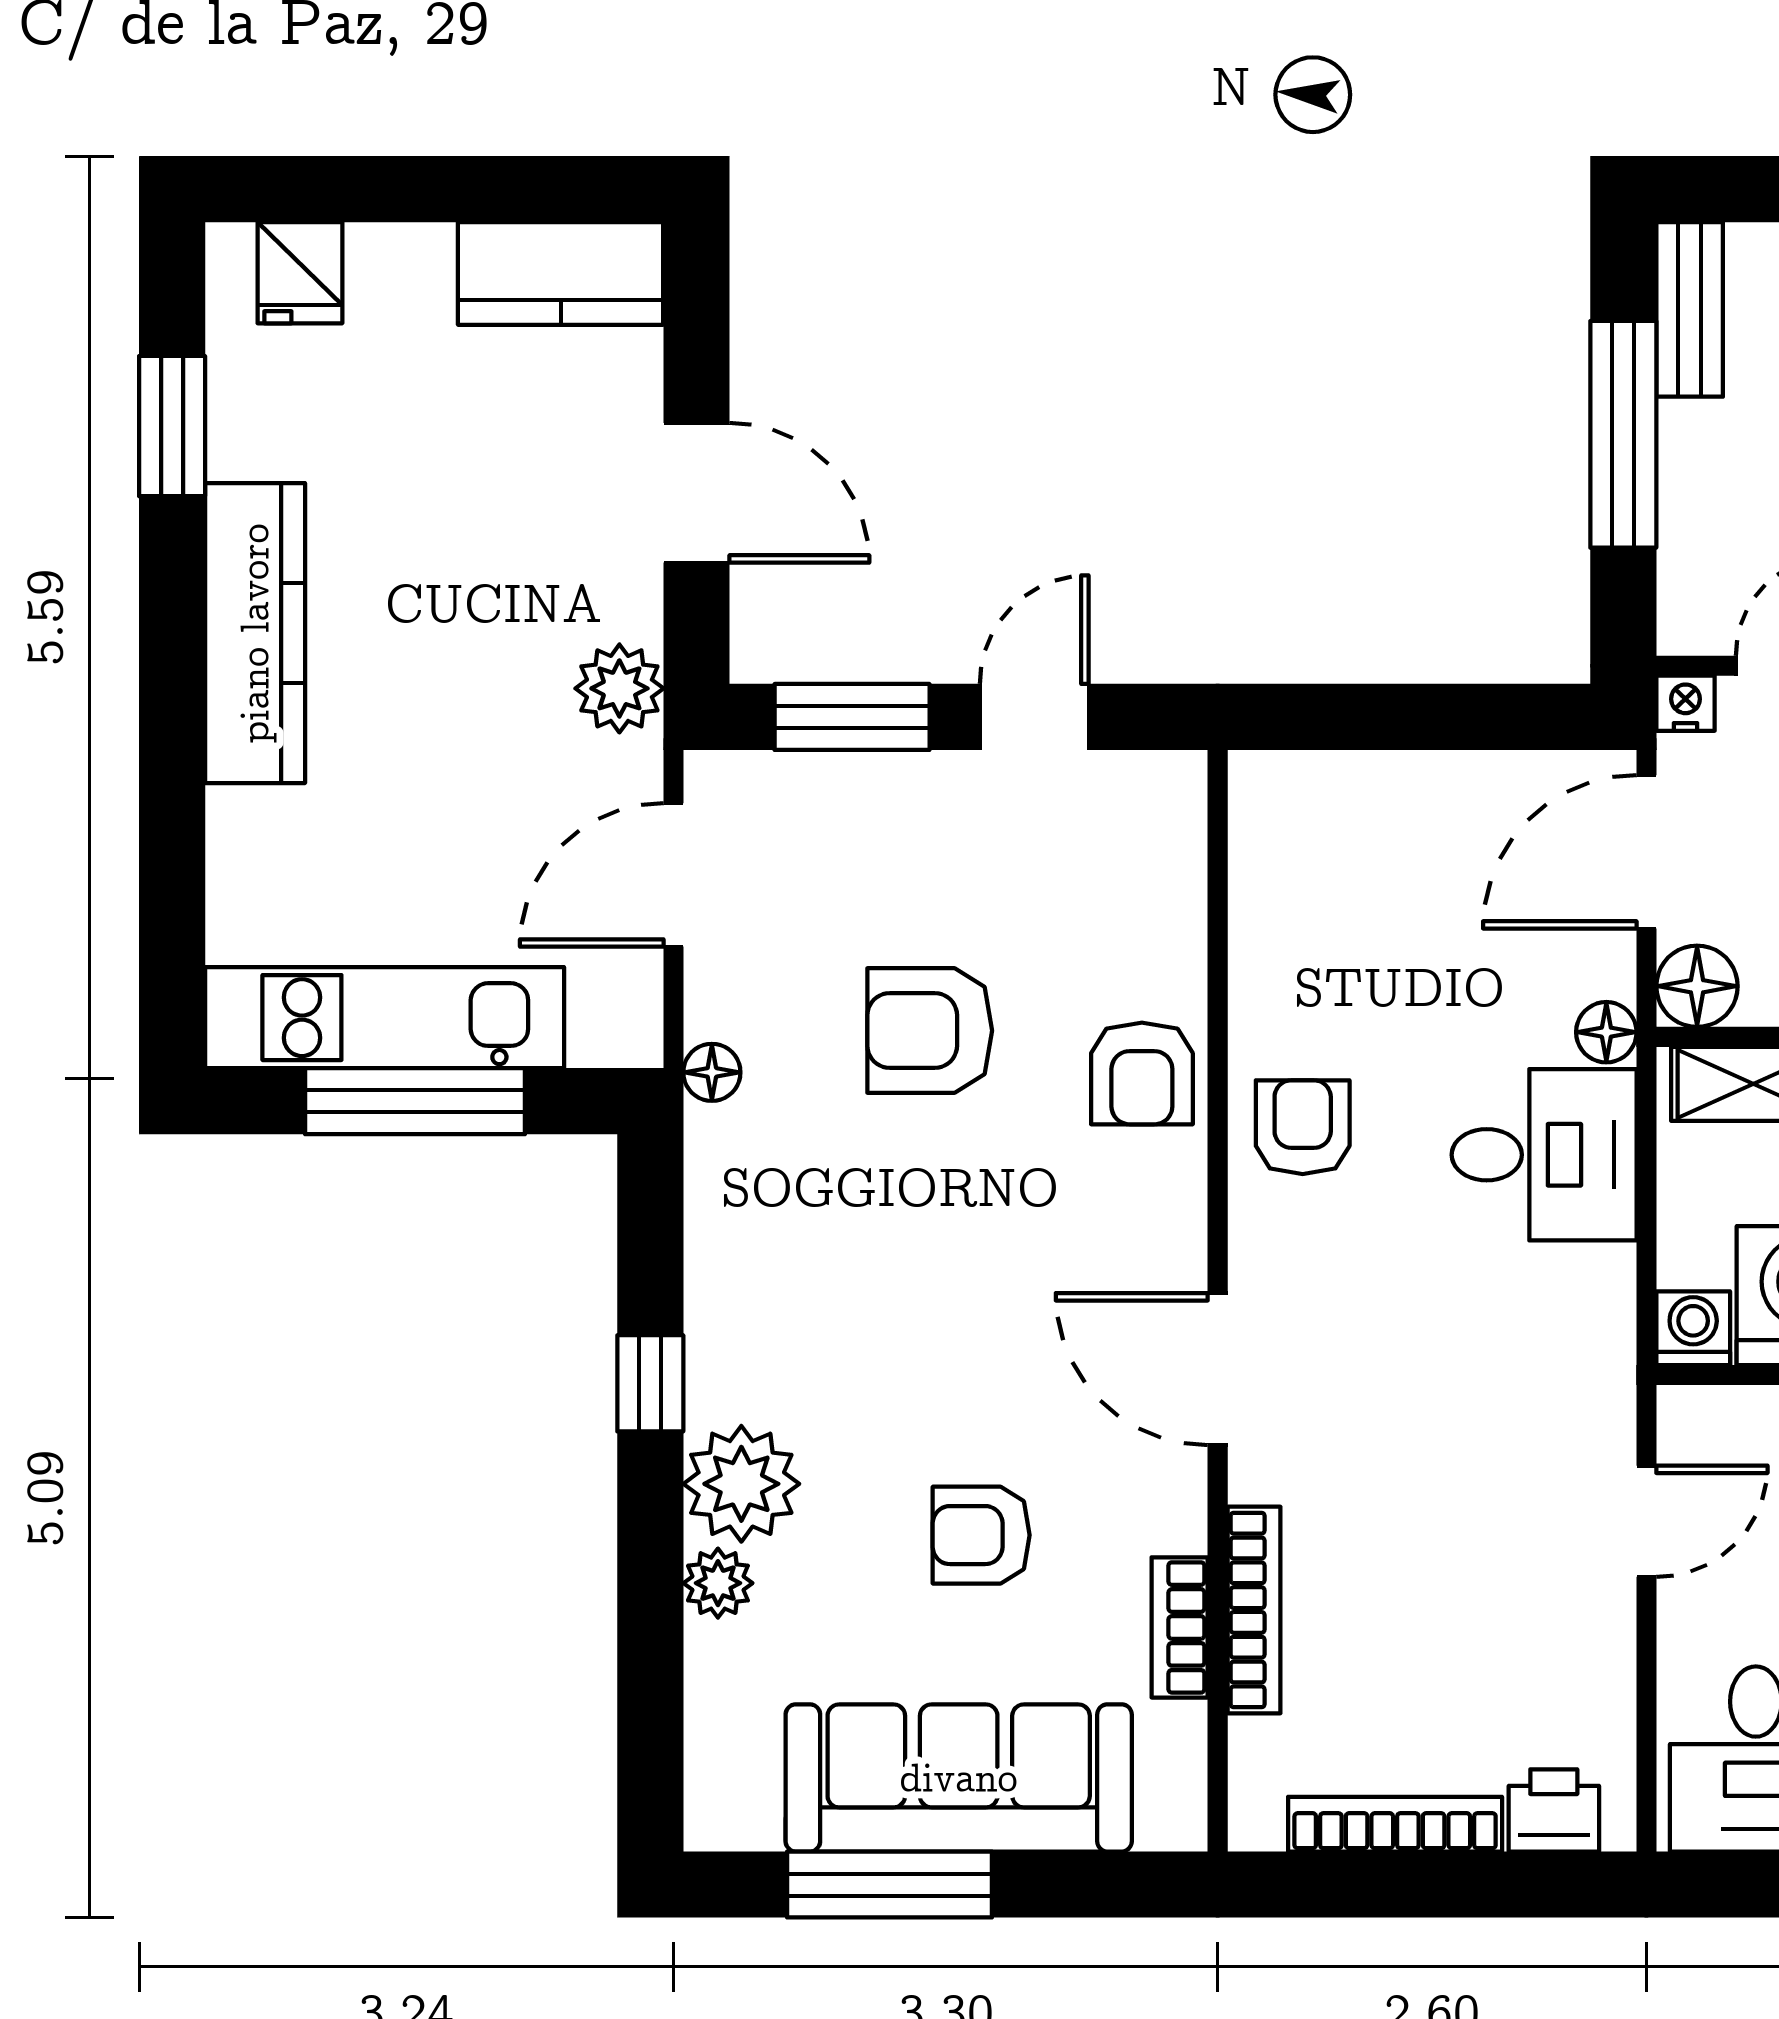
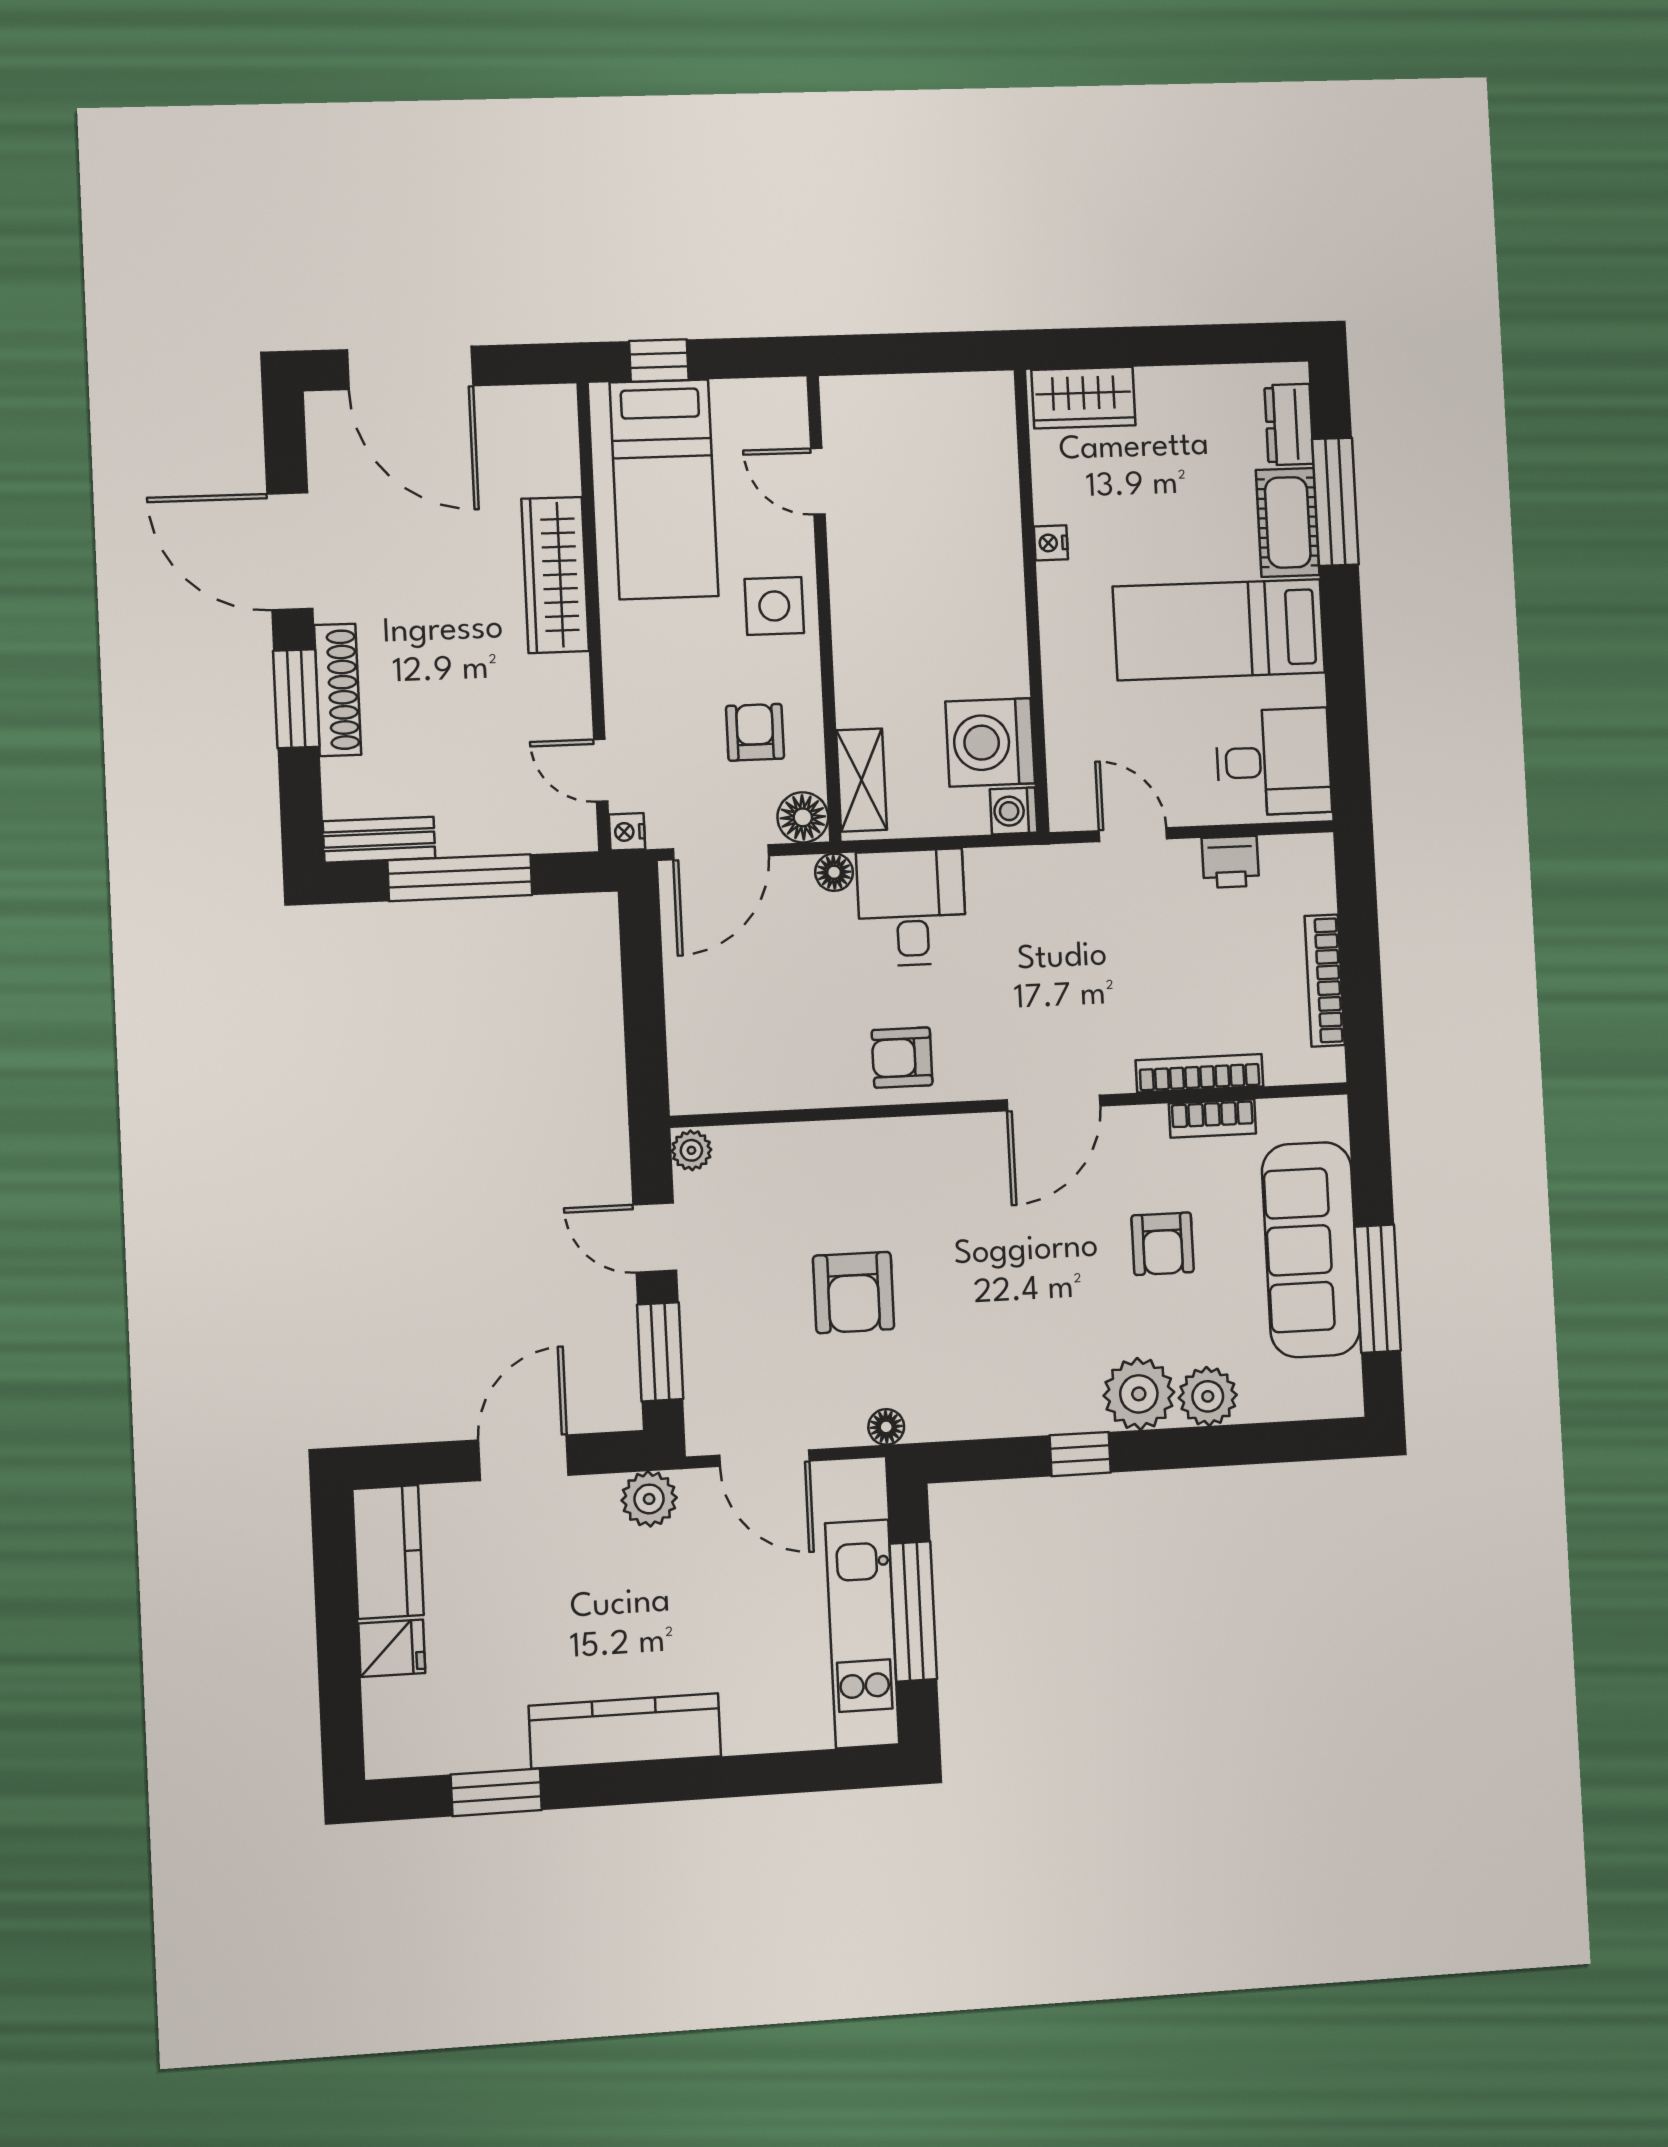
fridge: (300, 273) -> (392, 1648), moved
plant: (1171, 782) -> (691, 1150), added
door: (1646, 852) -> (721, 852), hinge flipped
armchair: (1142, 1073) -> (874, 1159), removed
plant: (718, 1583) -> (1208, 1396), width x1.38, depth x1.38
printer: (1554, 1810) -> (1230, 862), moved, turned -90

